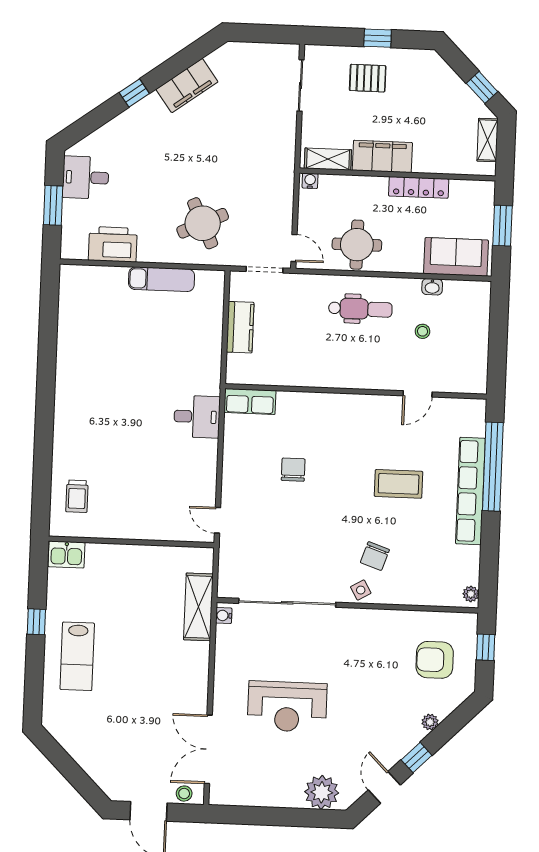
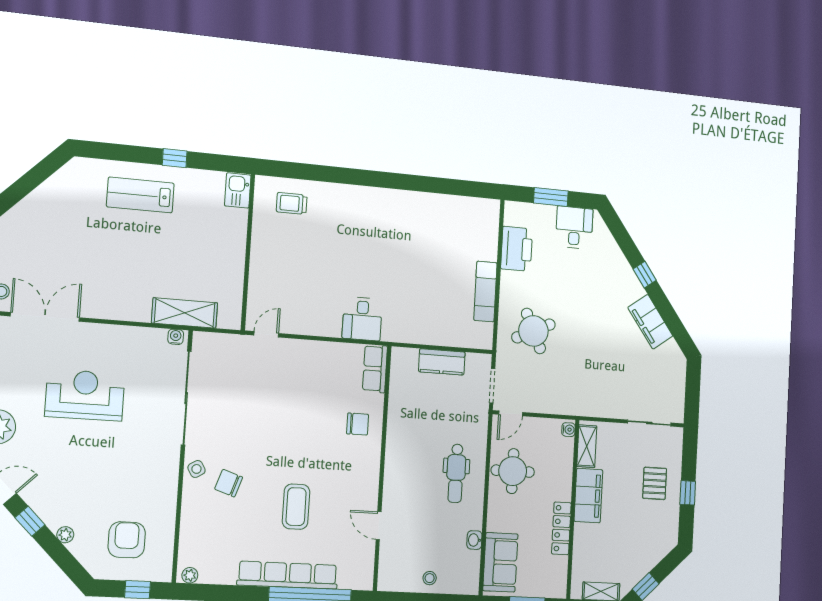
stool: (422, 331) -> (430, 578), moved
chair: (293, 470) -> (358, 424), moved
reception desk: (287, 707) -> (85, 395), turned 90

